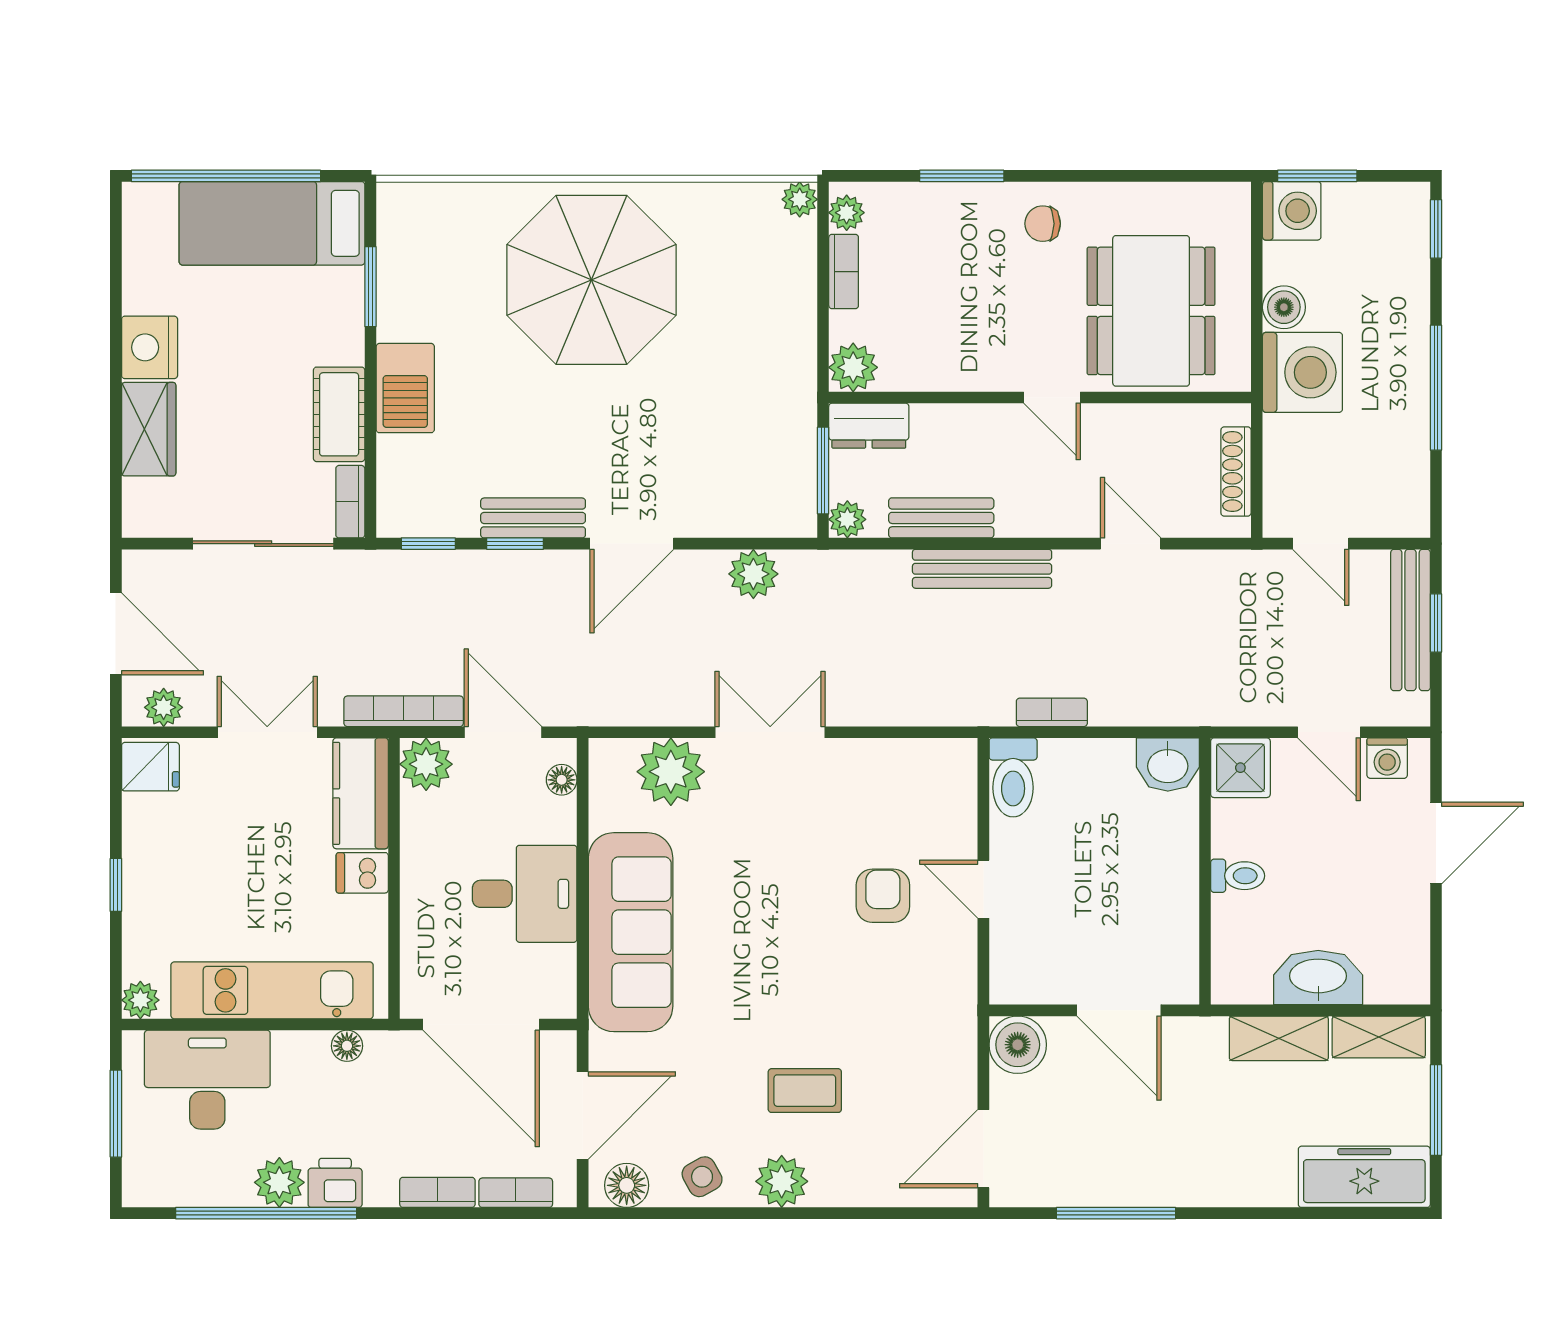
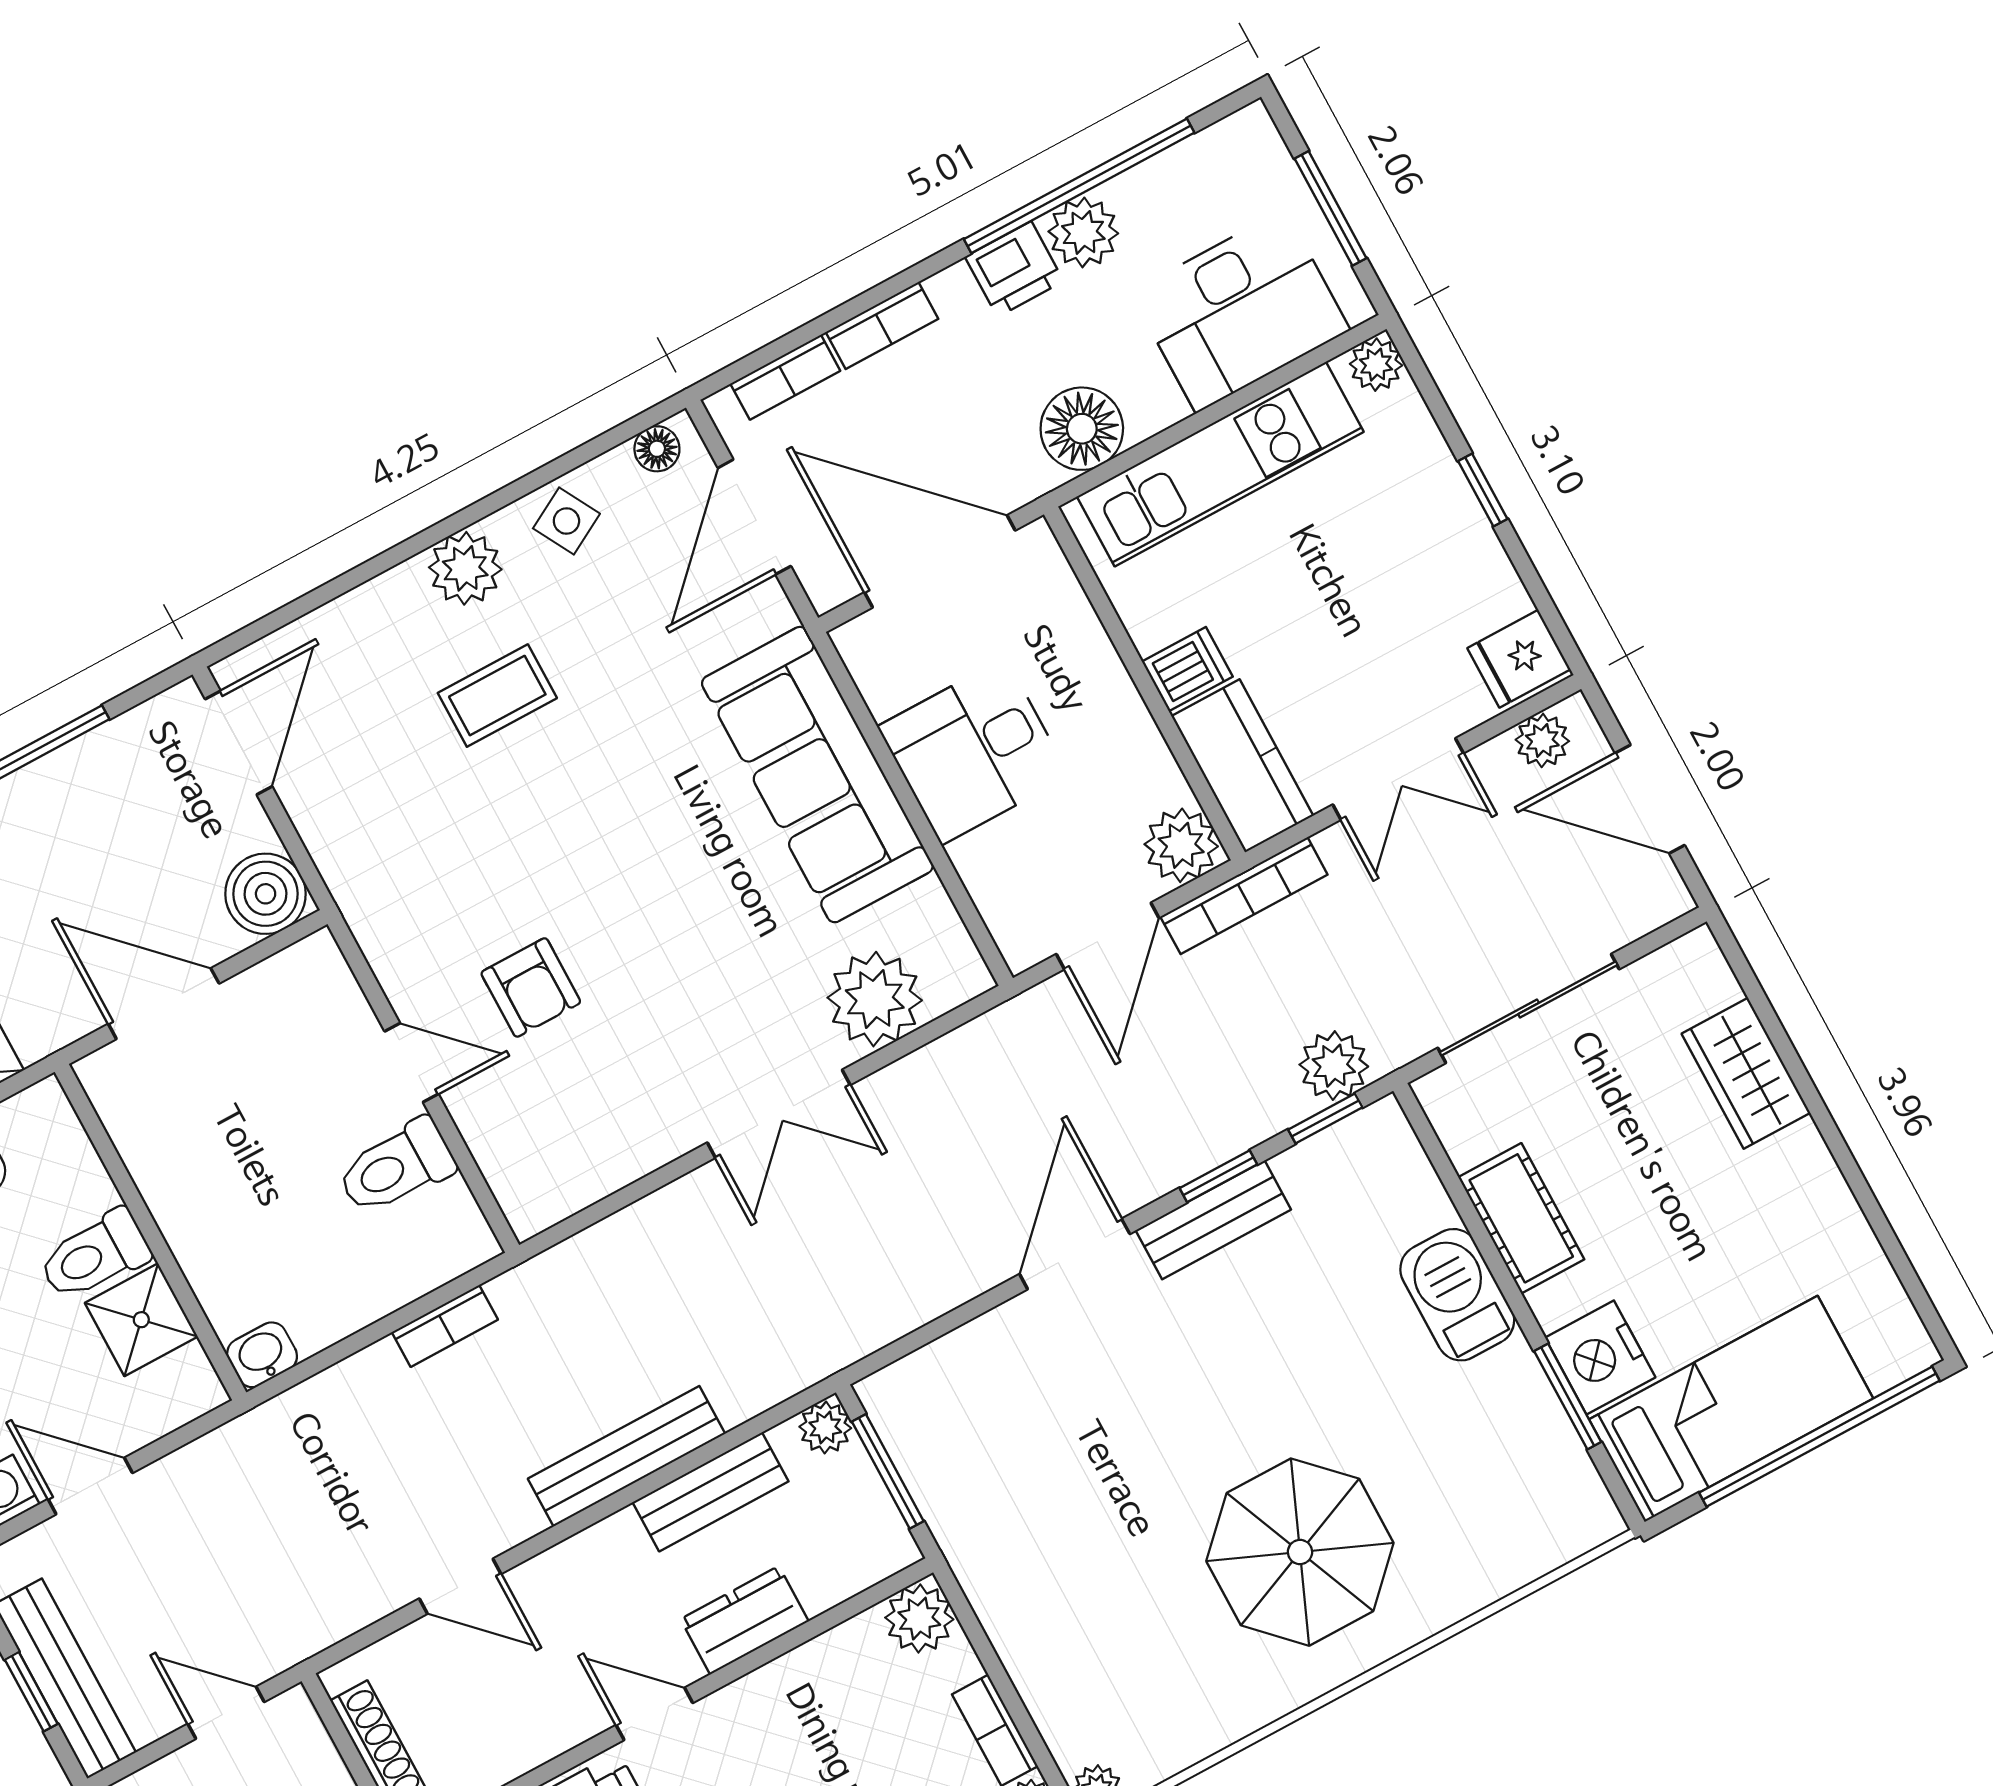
parasol: (591, 280) -> (1300, 1552), width x0.73, depth x0.73
nightstand: (150, 347) -> (1600, 1357), moved, turned 180
dresser: (869, 426) -> (745, 1620), moved
bookcase: (350, 502) -> (1449, 1118), removed
plant: (753, 574) -> (1334, 1066), moved
door: (503, 732) -> (1108, 936), hinge flipped
washbasin: (1168, 765) -> (262, 1355), width x0.72, depth x0.69
shower: (1240, 768) -> (141, 1320), moved
toilet: (1013, 777) -> (396, 1167), moved, turned -90
floor lamp: (562, 780) -> (1004, 916), removed
toilet: (1238, 876) -> (94, 1255), width x1.37, depth x1.39
floor lamp: (347, 1046) -> (1082, 429), width x1.89, depth x1.89
floor lamp: (627, 1185) -> (657, 449), width x0.73, depth x0.73

